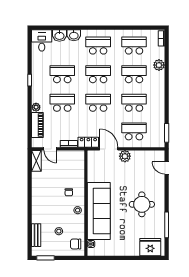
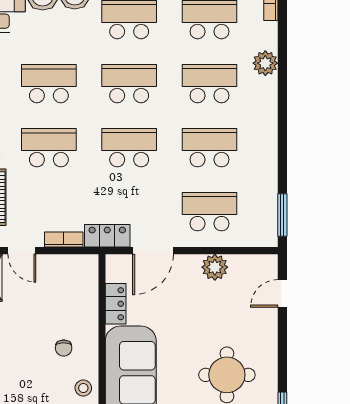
door: (109, 149) -> (153, 251), swing flipped
plant: (125, 156) -> (215, 267), moved
door: (167, 168) -> (282, 293), hinge flipped
locker: (92, 173) -> (116, 304), added

